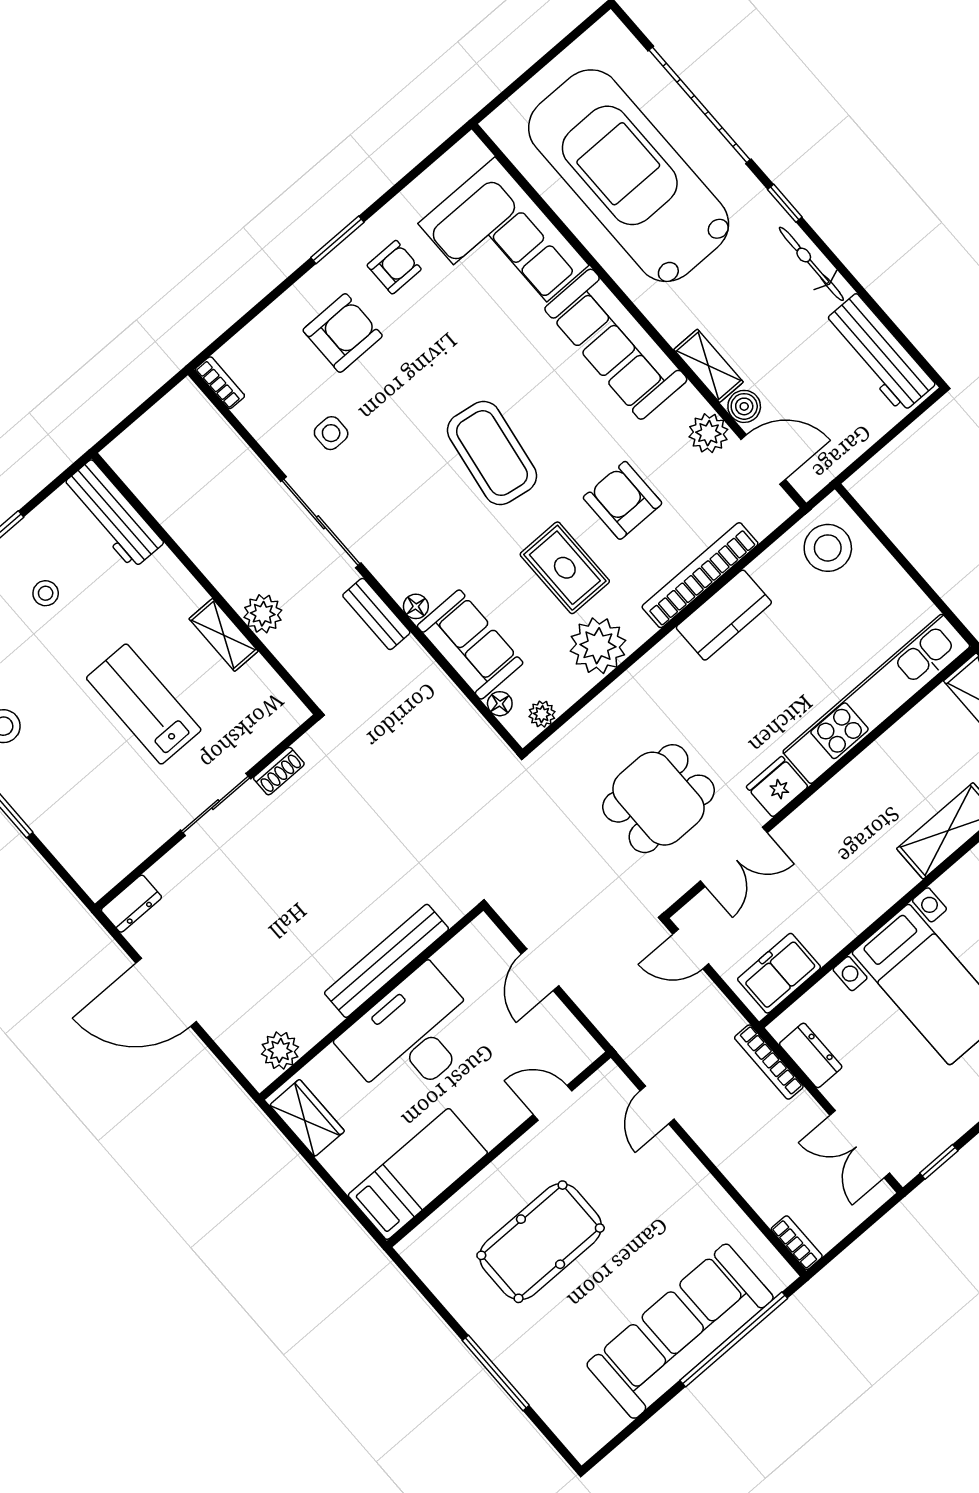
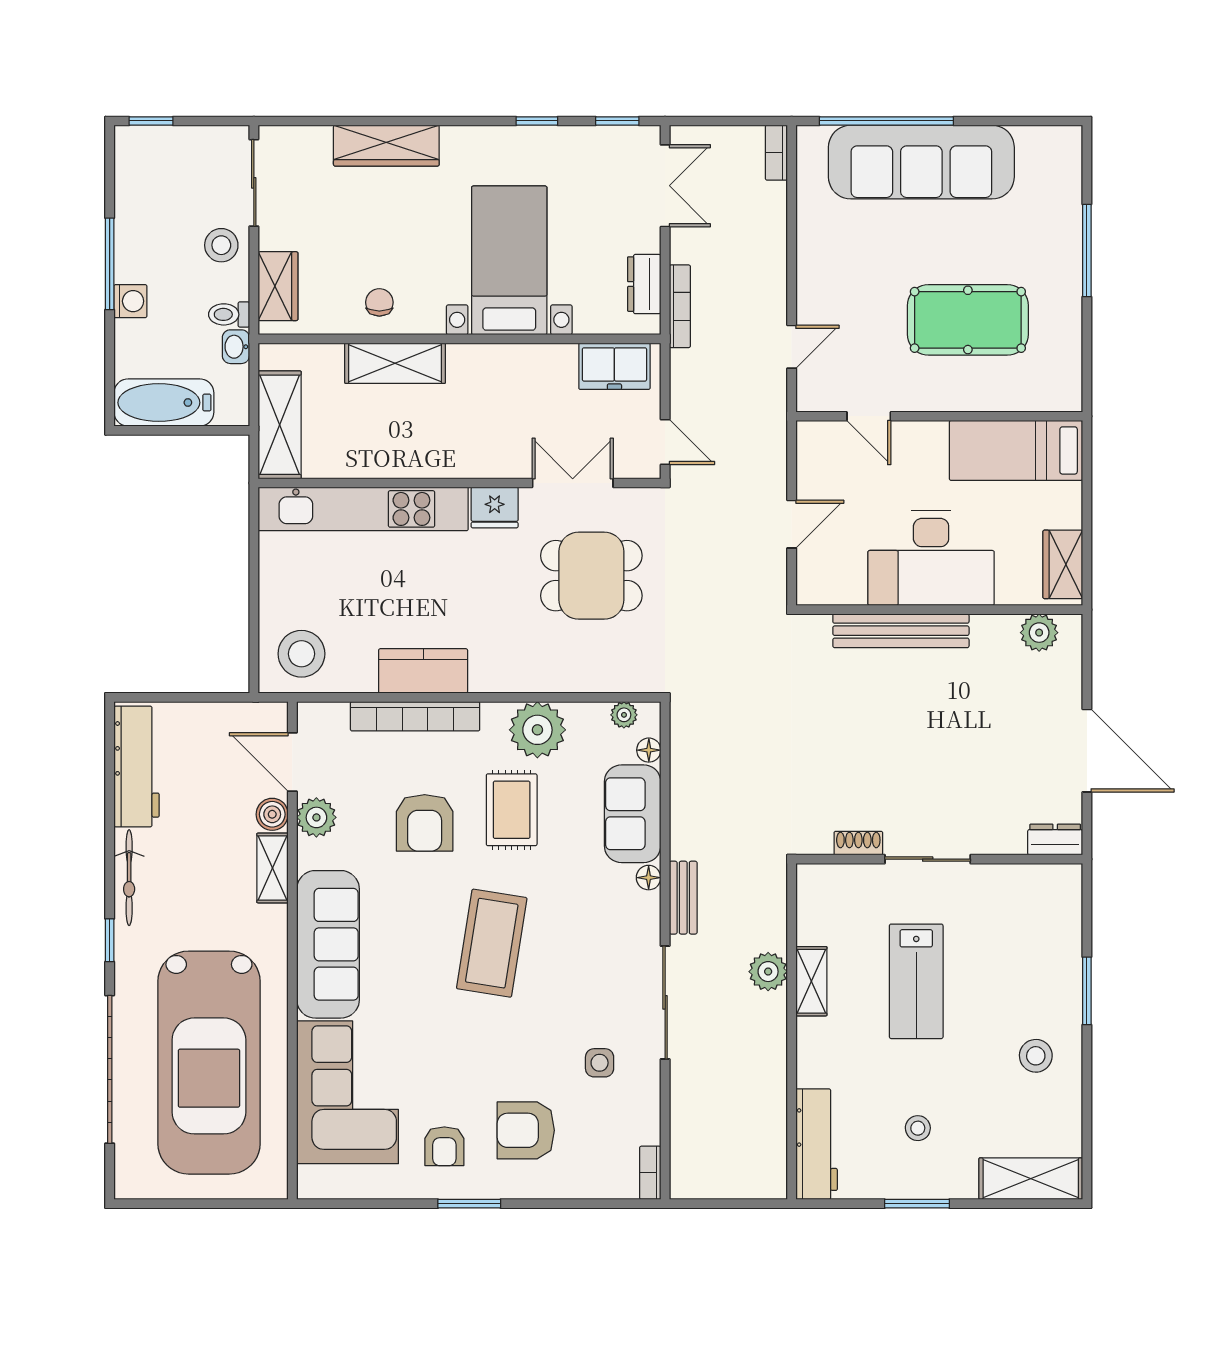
armchair: (394, 267) -> (444, 1146), turned -90

